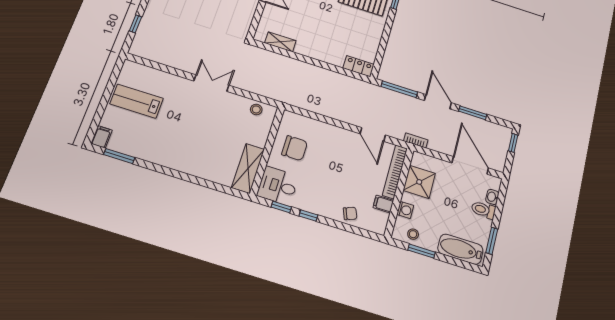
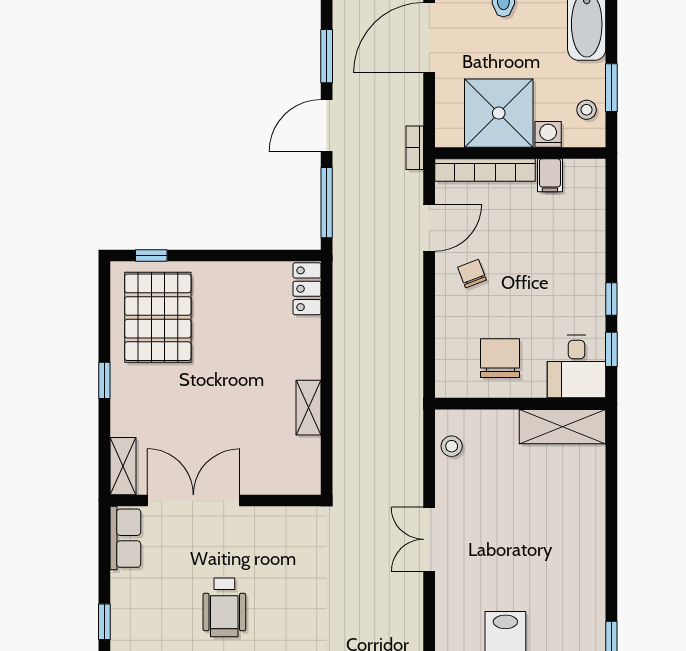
shelving: (280, 42) -> (309, 408), moved
shower: (419, 182) -> (499, 113), width x1.37, depth x1.37
chair: (350, 213) -> (472, 274), moved

